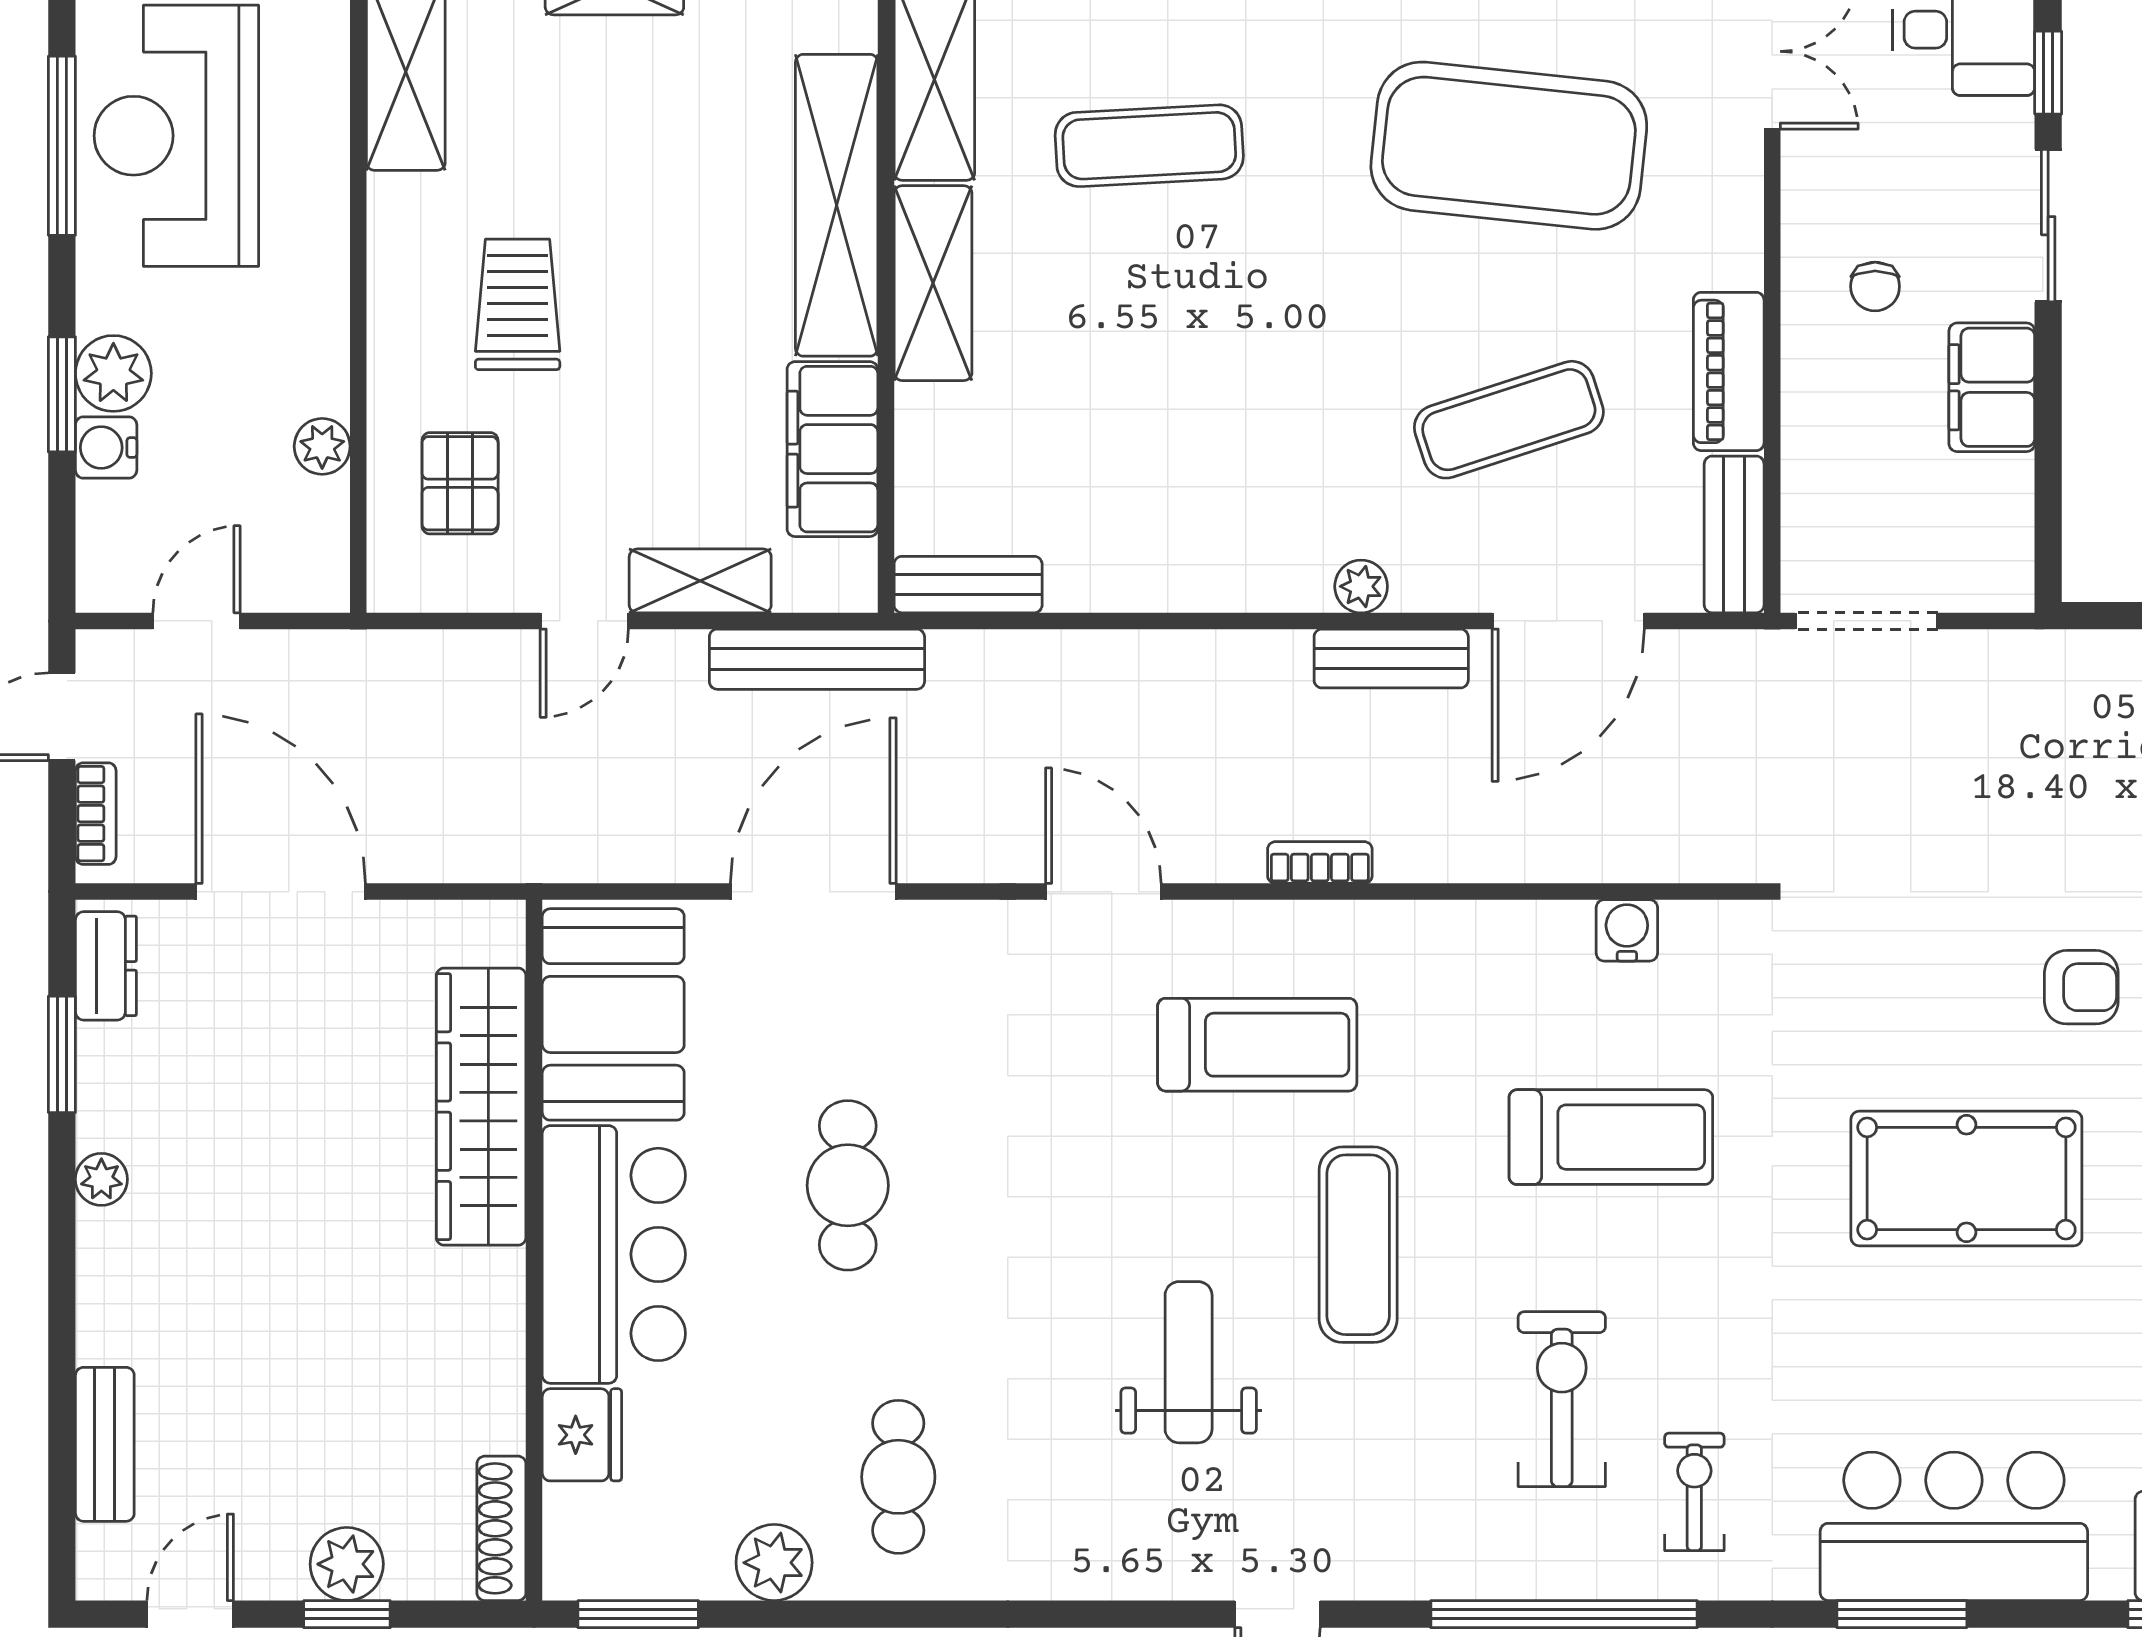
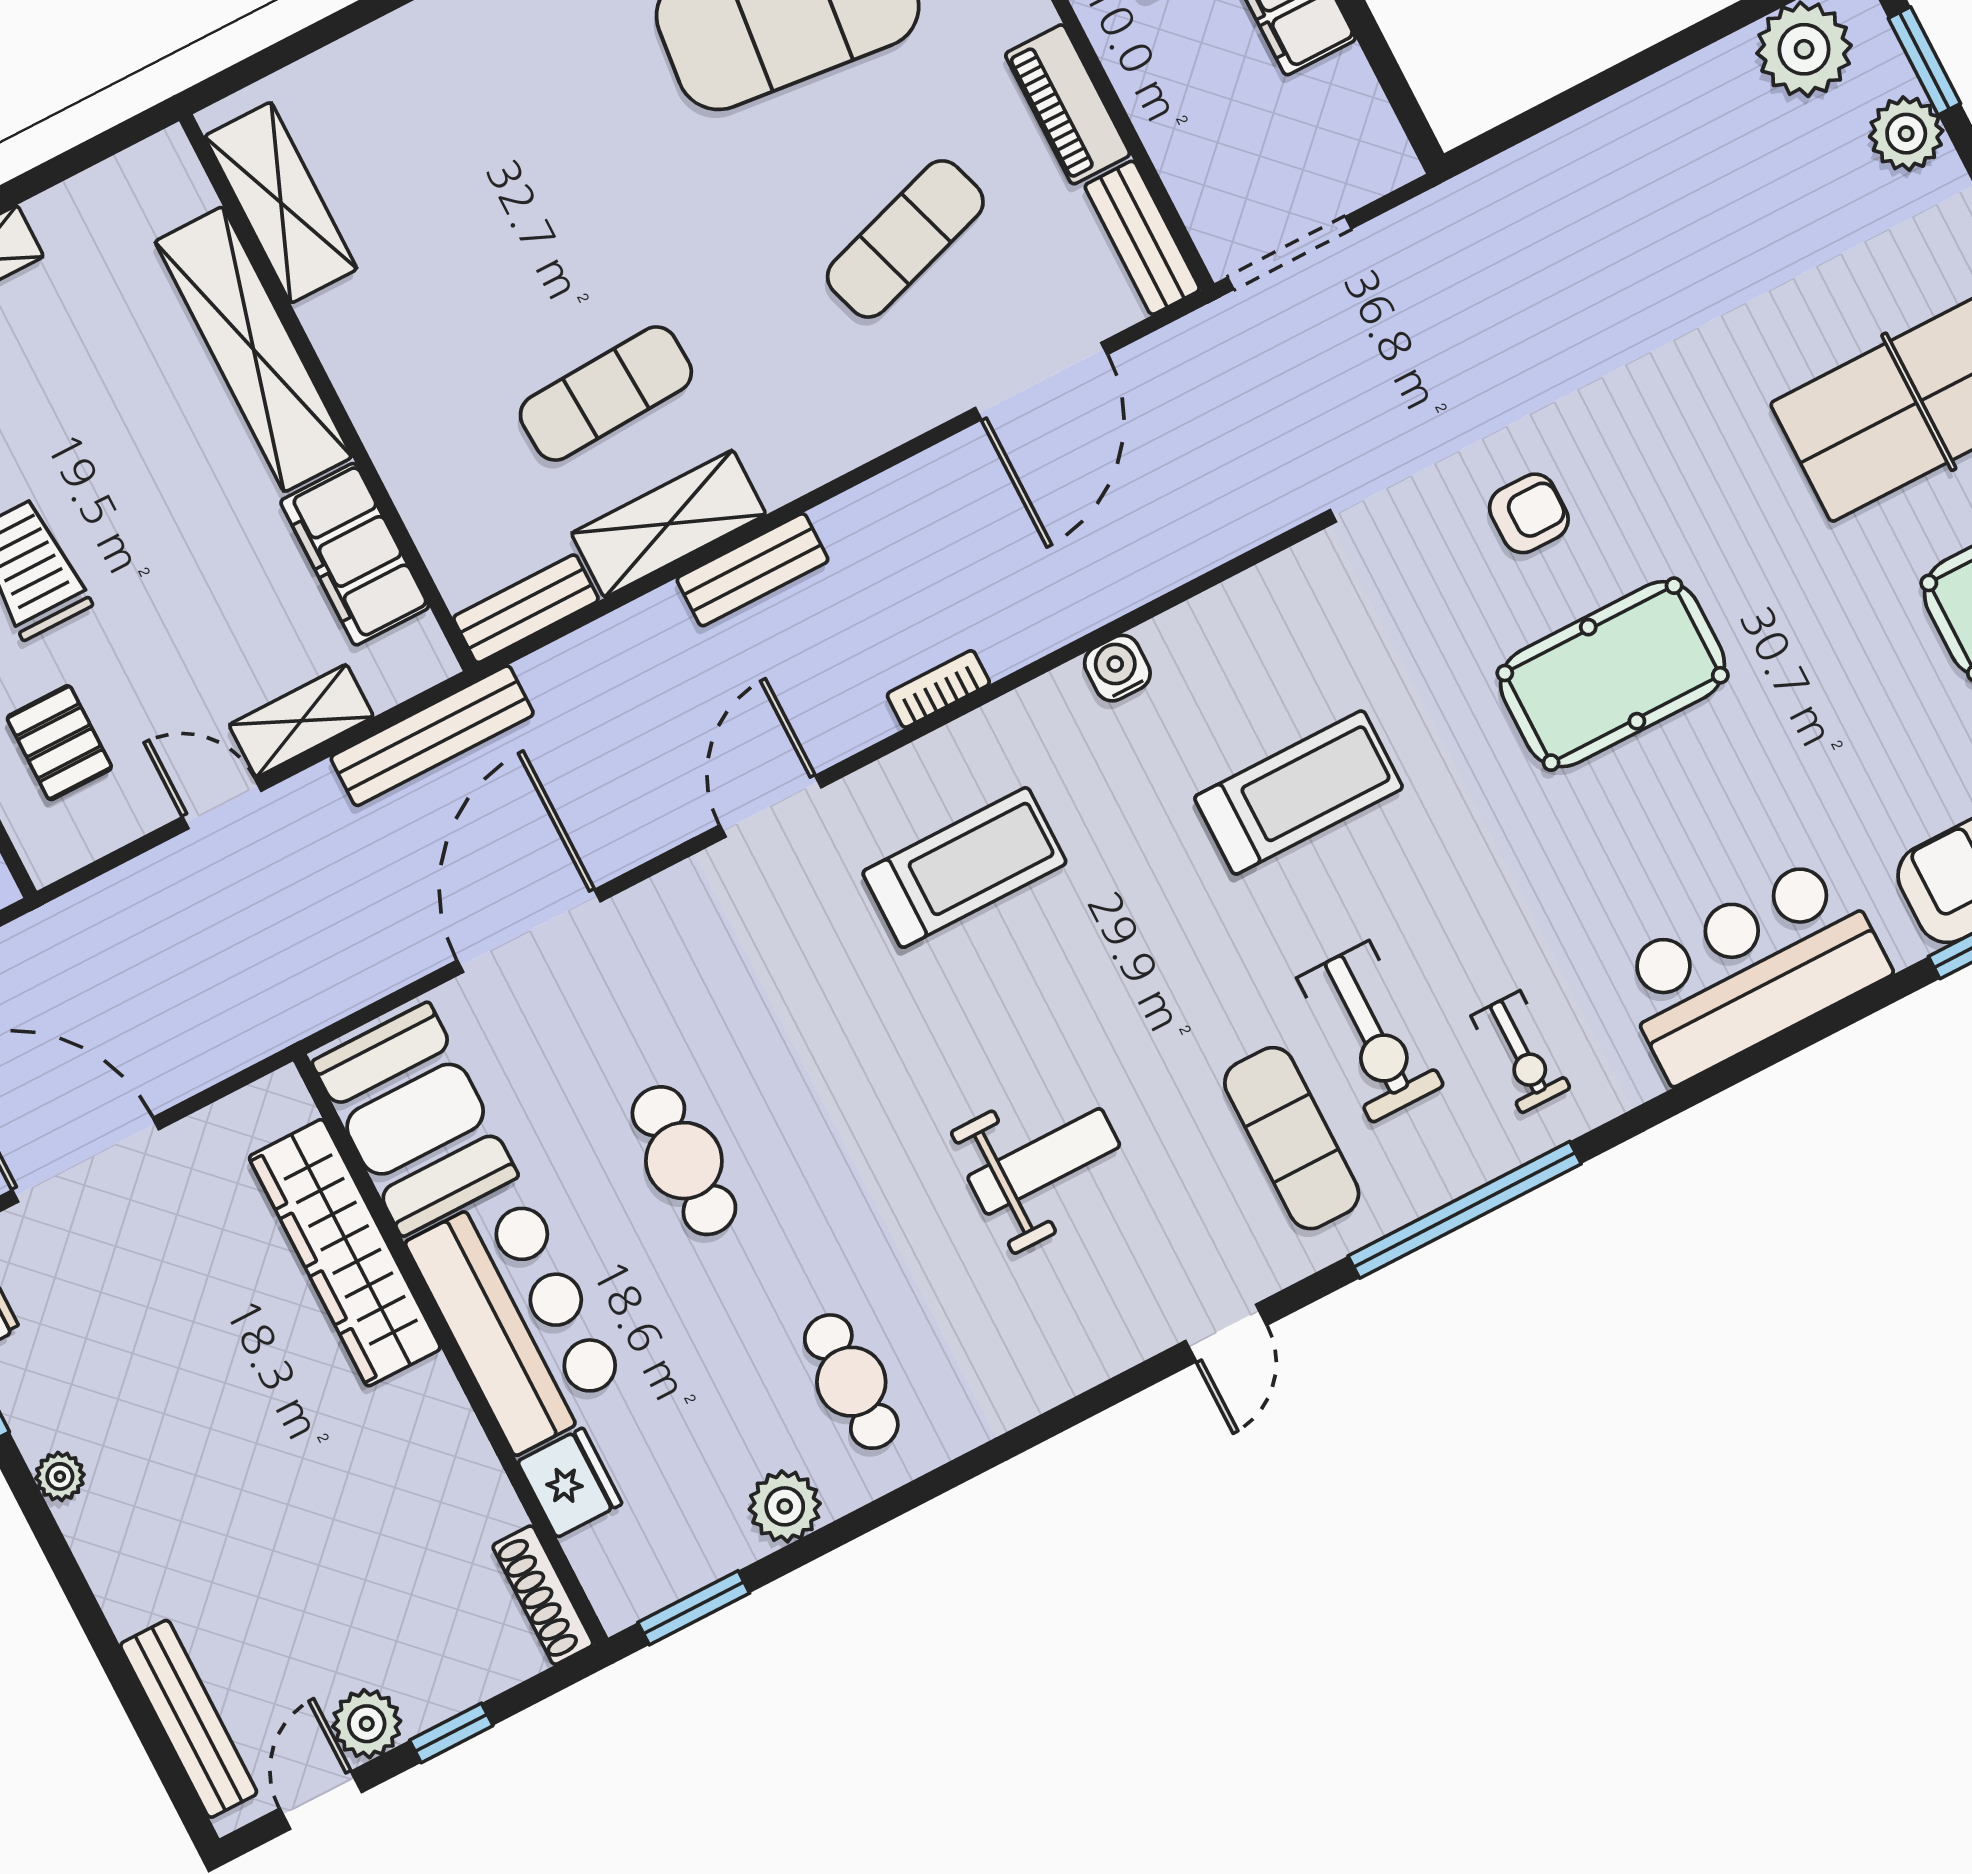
exercise mat: (1149, 146) -> (606, 394), moved
shelving: (933, 283) -> (669, 524), moved, turned 90
plant: (1361, 586) -> (854, 441), removed
door: (584, 621) -> (222, 804), swing flipped
bench: (1391, 659) -> (753, 570), moved
door: (1103, 892) -> (770, 806), hinge flipped
water cooler: (1627, 930) -> (1117, 668), moved
armchair: (2081, 987) -> (1529, 513), moved
exercise mat: (1358, 1245) -> (1292, 1138), moved
weight bench: (1189, 1362) -> (1044, 1161), turned 90
exercise bike: (1562, 1399) -> (1370, 1032), turned 180
bench: (105, 1444) -> (189, 1719), width x1.36
exercise bike: (1694, 1492) -> (1521, 1052), turned 180
plant: (347, 1564) -> (367, 1724), moved
window: (1902, 1614) -> (1746, 1065), removed

